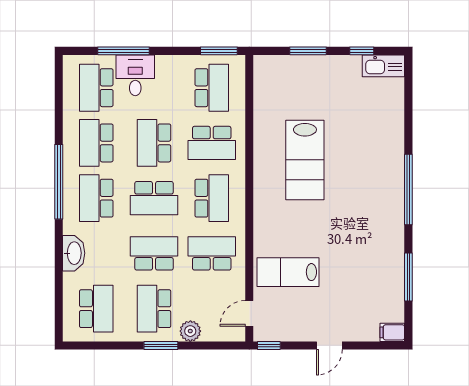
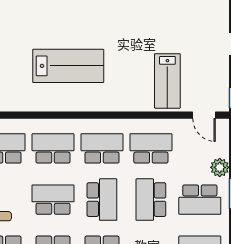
school desk: (154, 143) -> (53, 200), turned 180
school desk: (212, 143) -> (53, 148), turned -90
school desk: (212, 253) -> (151, 148), turned 90

